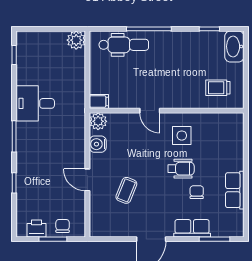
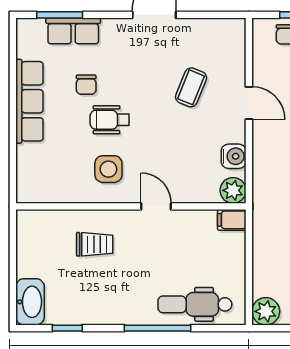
trolley: (218, 88) -> (95, 244), moved
row of seats: (235, 190) -> (29, 101), width x1.48
row of seats: (192, 228) -> (73, 31), moved

